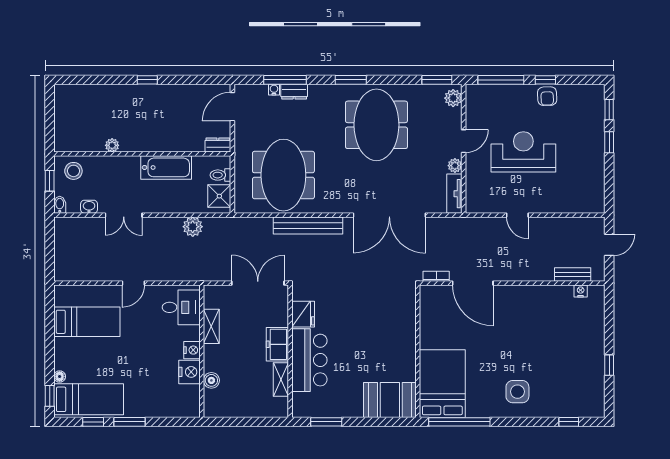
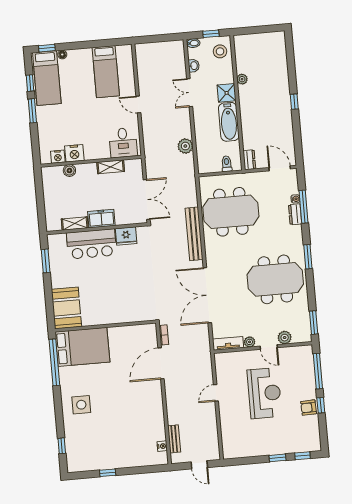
plant: (453, 98) -> (285, 338), moved
shower: (219, 196) -> (227, 93), moved
nightstand: (192, 350) -> (58, 157), moved

